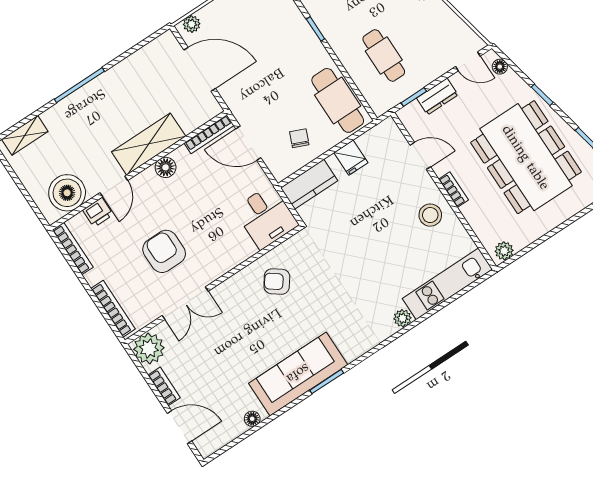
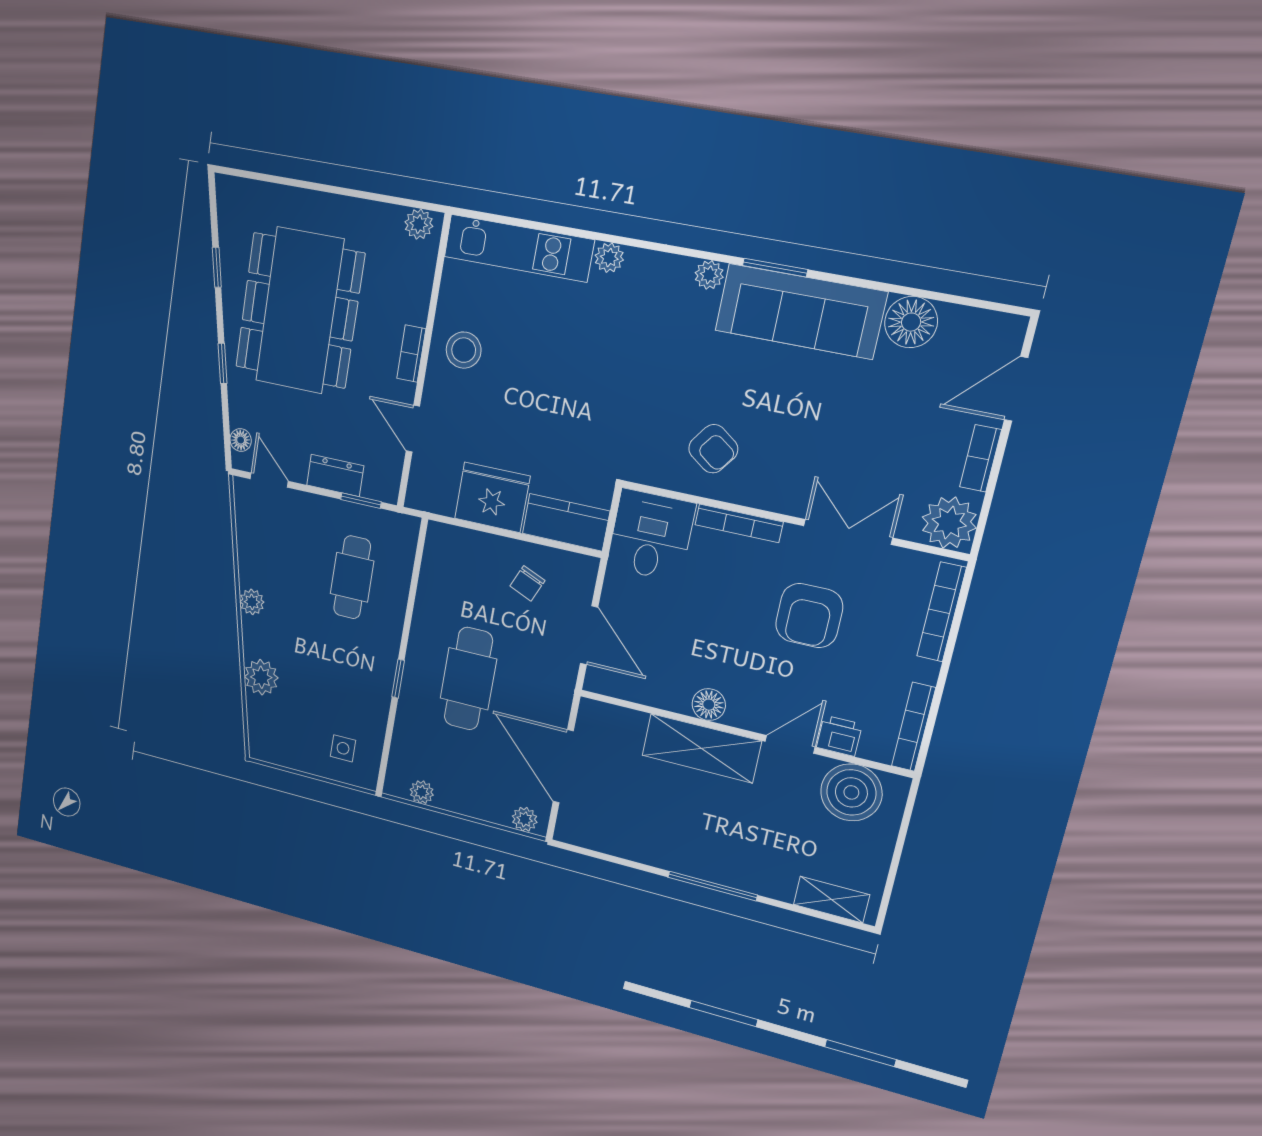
cafe table: (338, 100) -> (468, 679), moved
bookcase: (209, 134) -> (739, 523), moved, turned 180
fridge: (351, 158) -> (492, 497), width x1.88, depth x1.34
plant: (352, 352) -> (709, 275), added
floor lamp: (252, 419) -> (911, 322), width x1.89, depth x1.89
door: (179, 427) -> (1016, 389), hinge flipped

